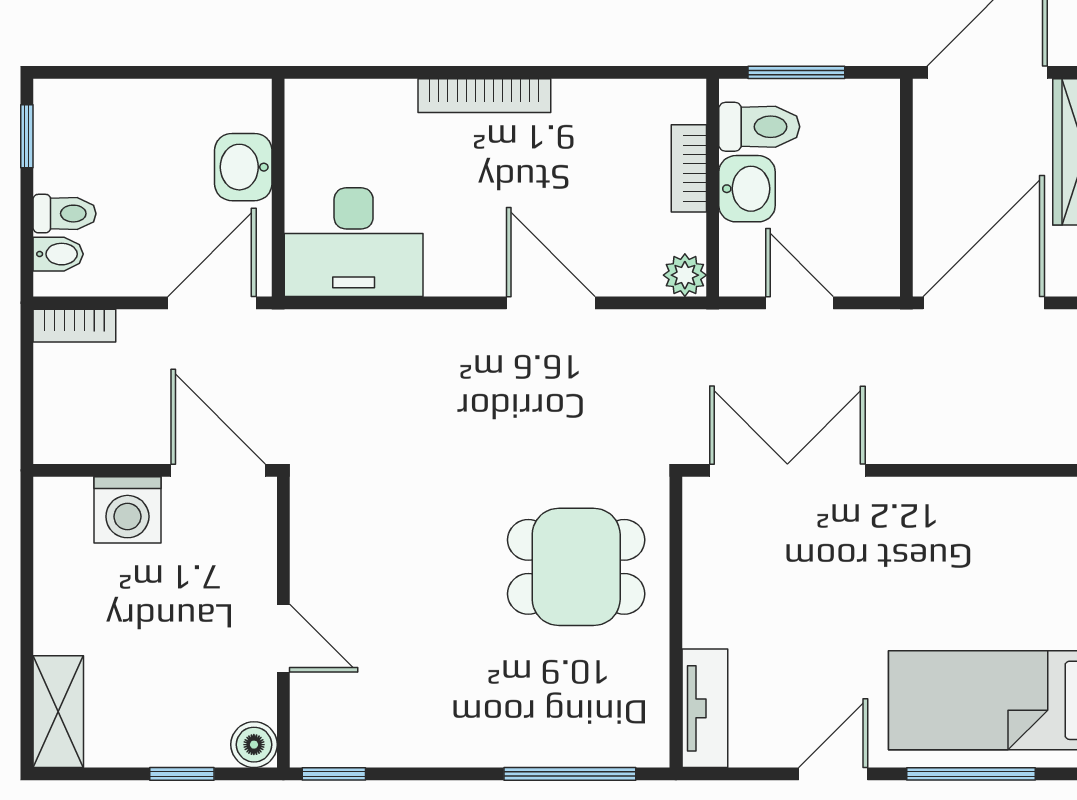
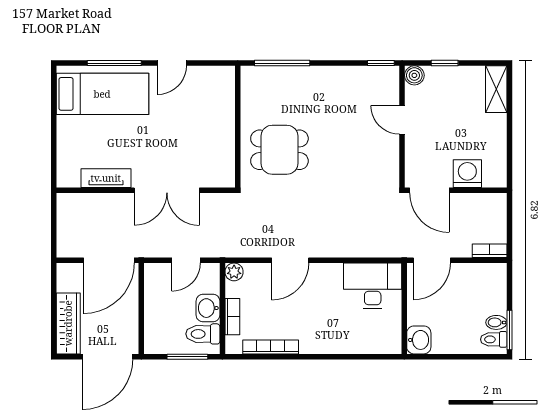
bookcase: (484, 96) -> (271, 347), moved
window: (27, 136) -> (509, 330), width x1.50
washbasin: (243, 167) -> (419, 340), moved
toilet: (65, 214) -> (494, 339), moved
bidet: (58, 254) -> (496, 322), moved
door: (551, 303) -> (290, 260), hinge flipped
door: (800, 303) -> (186, 260), hinge flipped
double door: (787, 470) -> (167, 190), moved
tv unit: (705, 708) -> (106, 178), moved, turned 90

